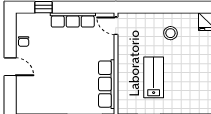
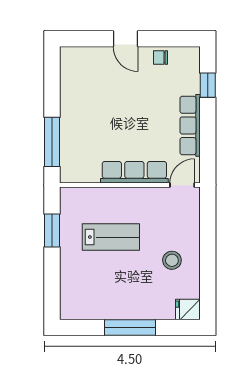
door: (10, 67) -> (126, 39), hinge flipped
row of seats: (107, 84) -> (134, 172), moved

